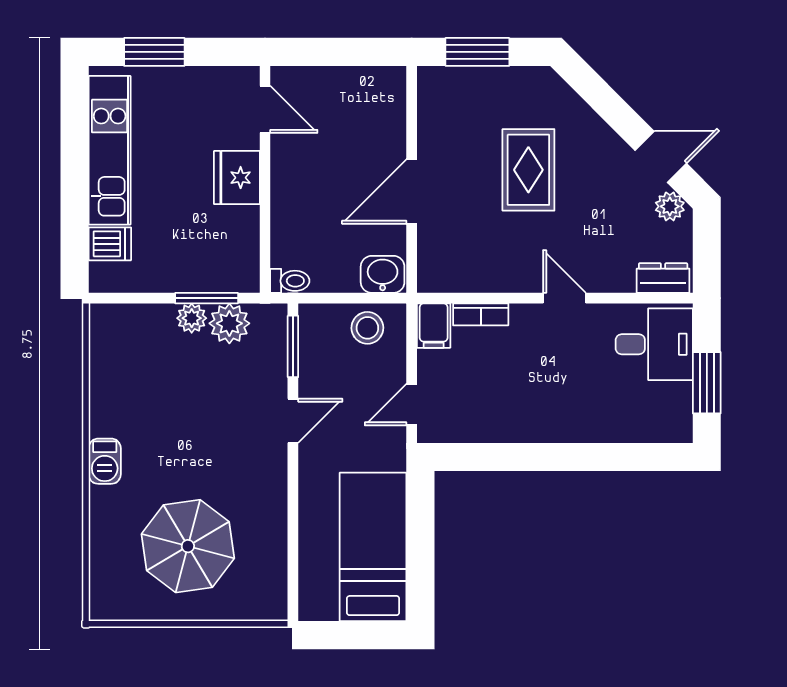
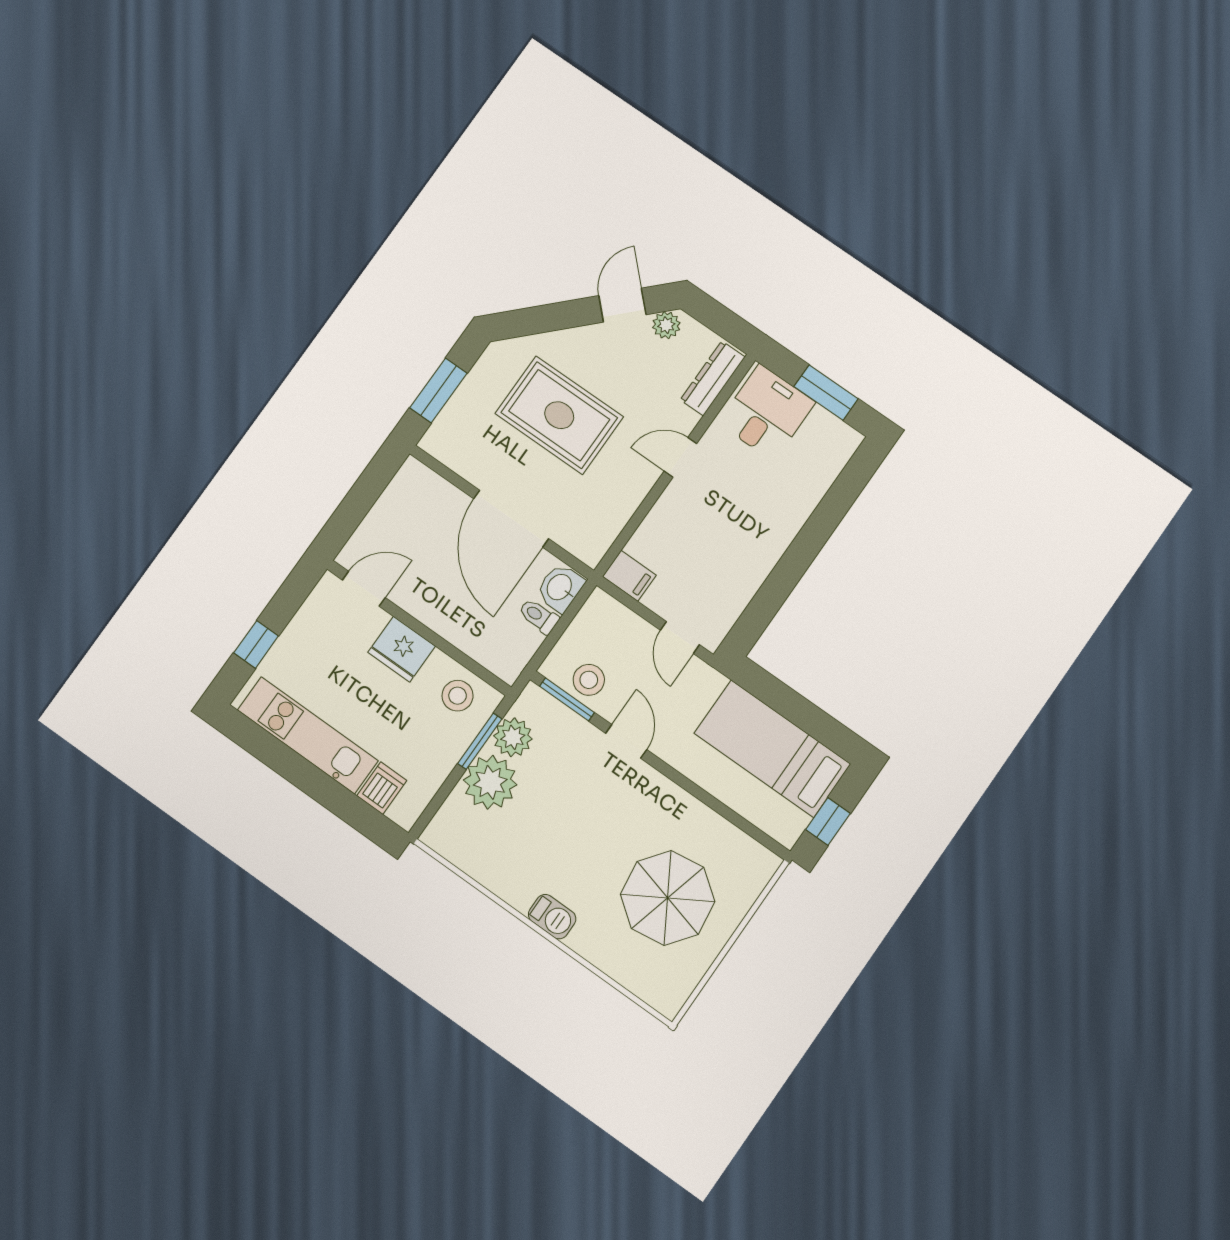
window: (154, 52) -> (256, 644), width x0.67
rug: (528, 170) -> (559, 415), width x1.36, depth x1.43
door: (412, 192) -> (511, 519), width x1.36
stool: (231, 252) -> (458, 696), added
dresser: (663, 278) -> (713, 378), width x1.44
toilet: (290, 281) -> (539, 616), moved, turned -90
bookcase: (481, 314) -> (647, 532), removed
plant: (192, 318) -> (490, 782), width x1.88, depth x1.88
stool: (367, 328) -> (589, 680), moved
window: (345, 635) -> (828, 821), added

